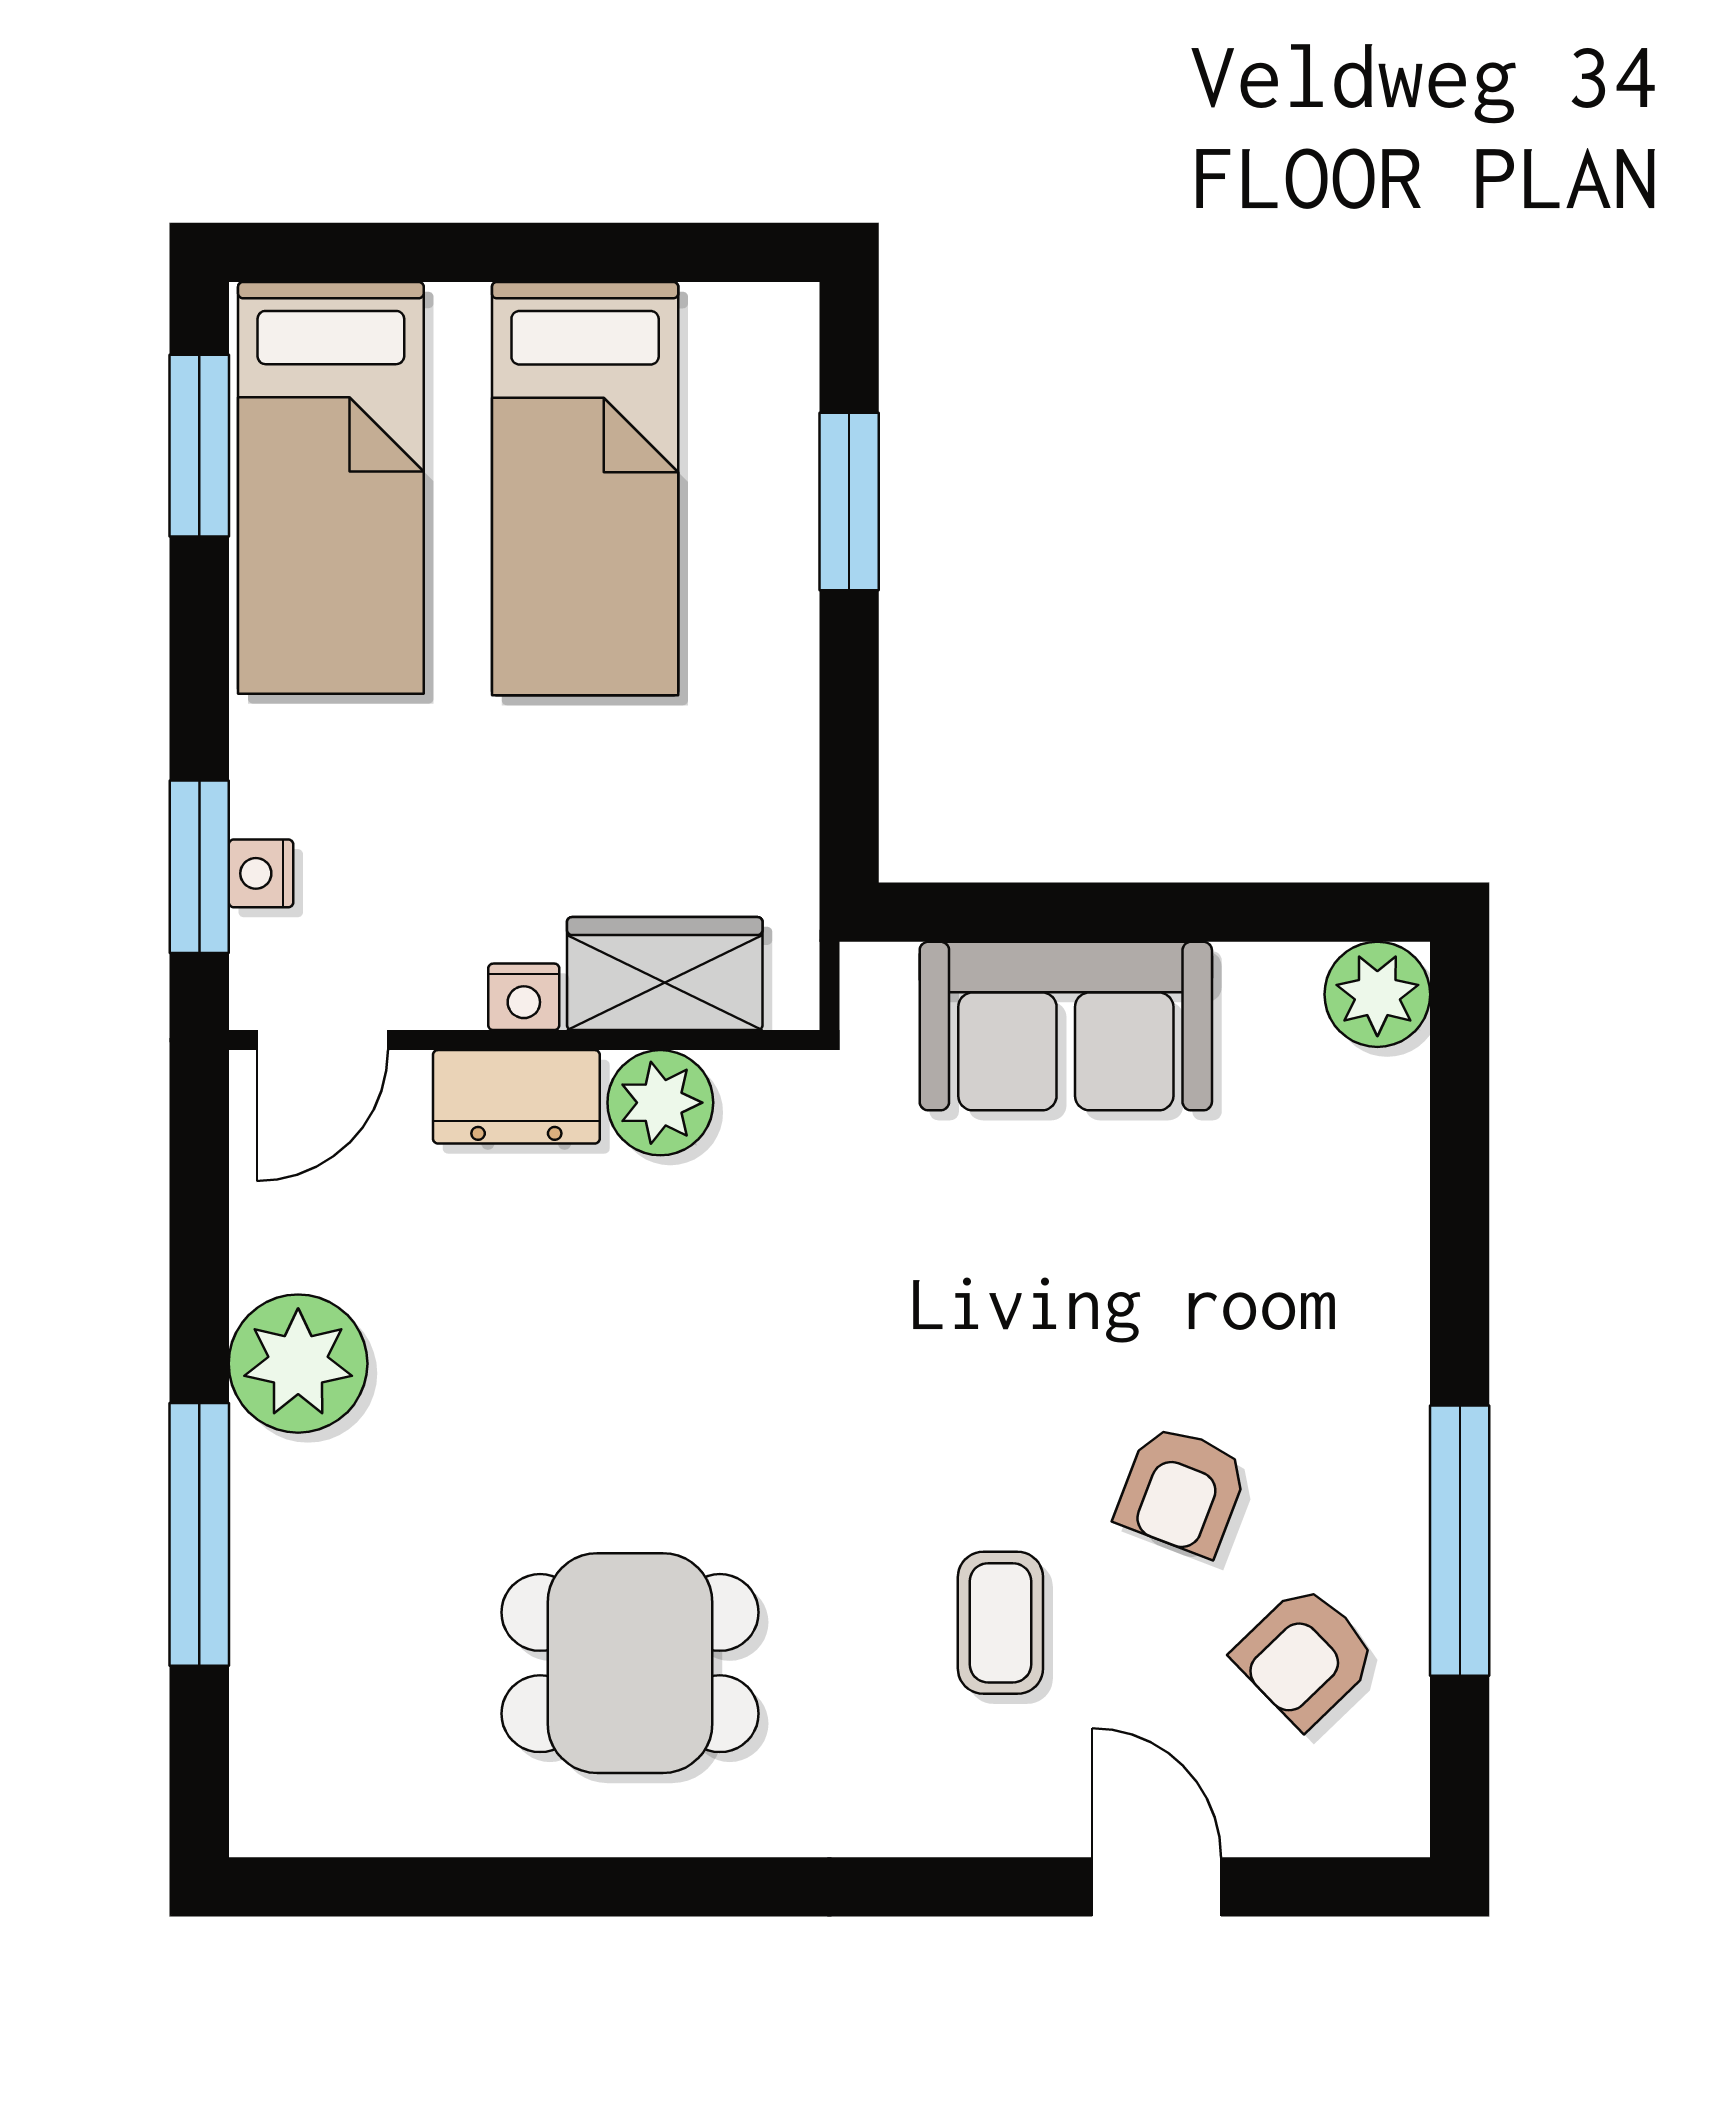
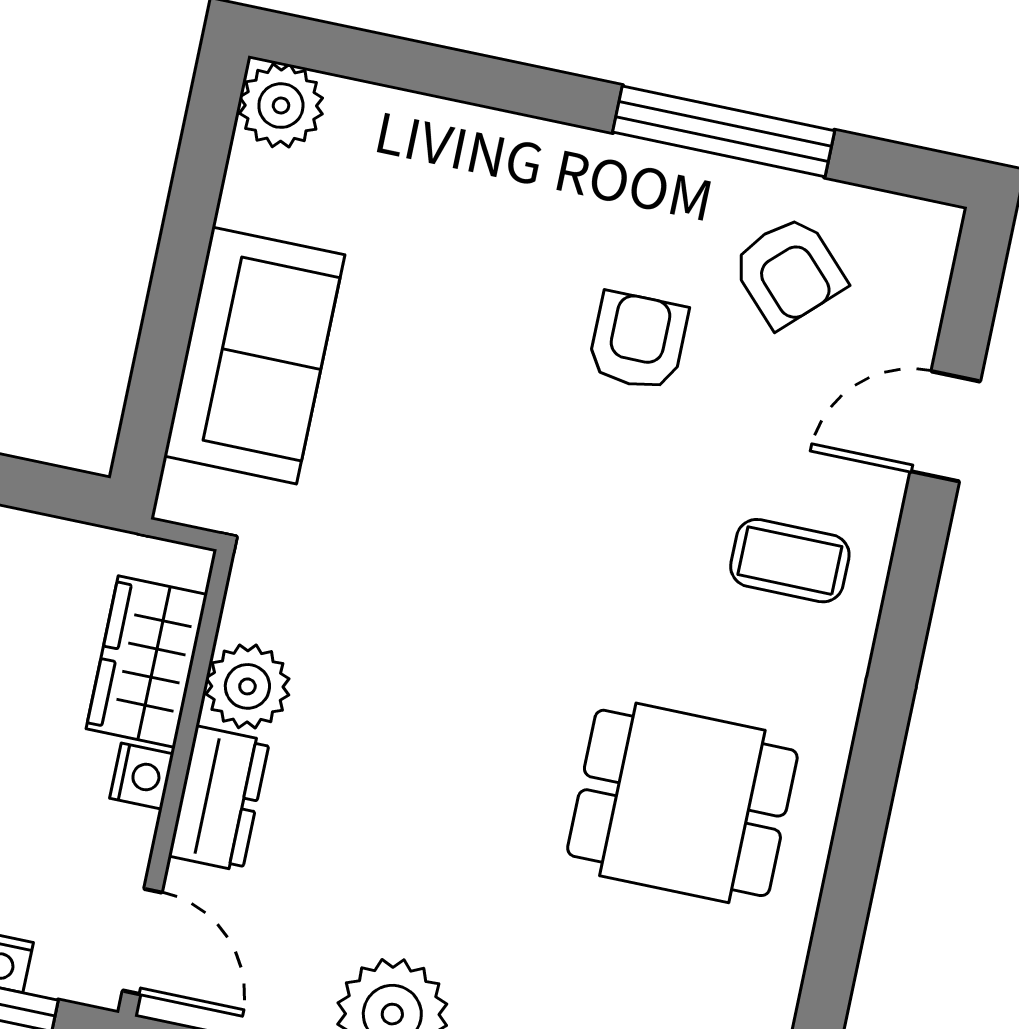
armchair: (1182, 1490) -> (638, 341), turned -111
coffee table: (1000, 1623) -> (790, 561), moved
dining table: (630, 1663) -> (682, 803), turned 90

